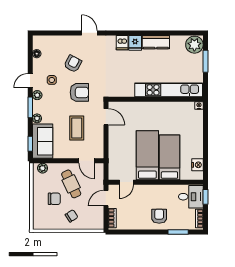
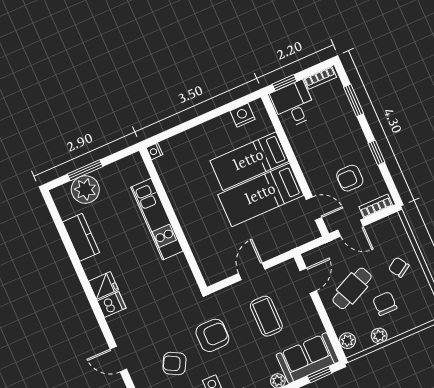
door: (89, 33) -> (118, 359), hinge flipped
kitchen counter: (156, 42) -> (81, 237), moved
plant: (194, 45) -> (85, 189), moved
kitchen unit: (169, 90) -> (157, 219), width x0.73
armchair: (79, 92) -> (212, 335), turned 90
door: (106, 117) -> (252, 271), moved
coffee table: (77, 128) -> (266, 316), turned 90
plant: (37, 188) -> (379, 336), added
armchair: (159, 216) -> (350, 178), moved
window: (142, 232) -> (377, 153), added

